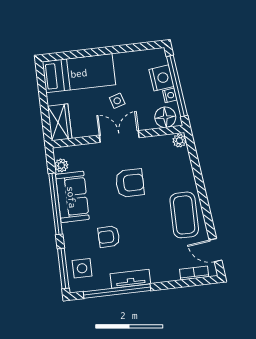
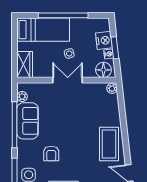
window: (103, 51) -> (63, 15), added
window: (177, 86) -> (115, 48), width x0.47
armchair: (130, 183) -> (71, 116), removed
armchair: (109, 237) -> (51, 154), turned -89

